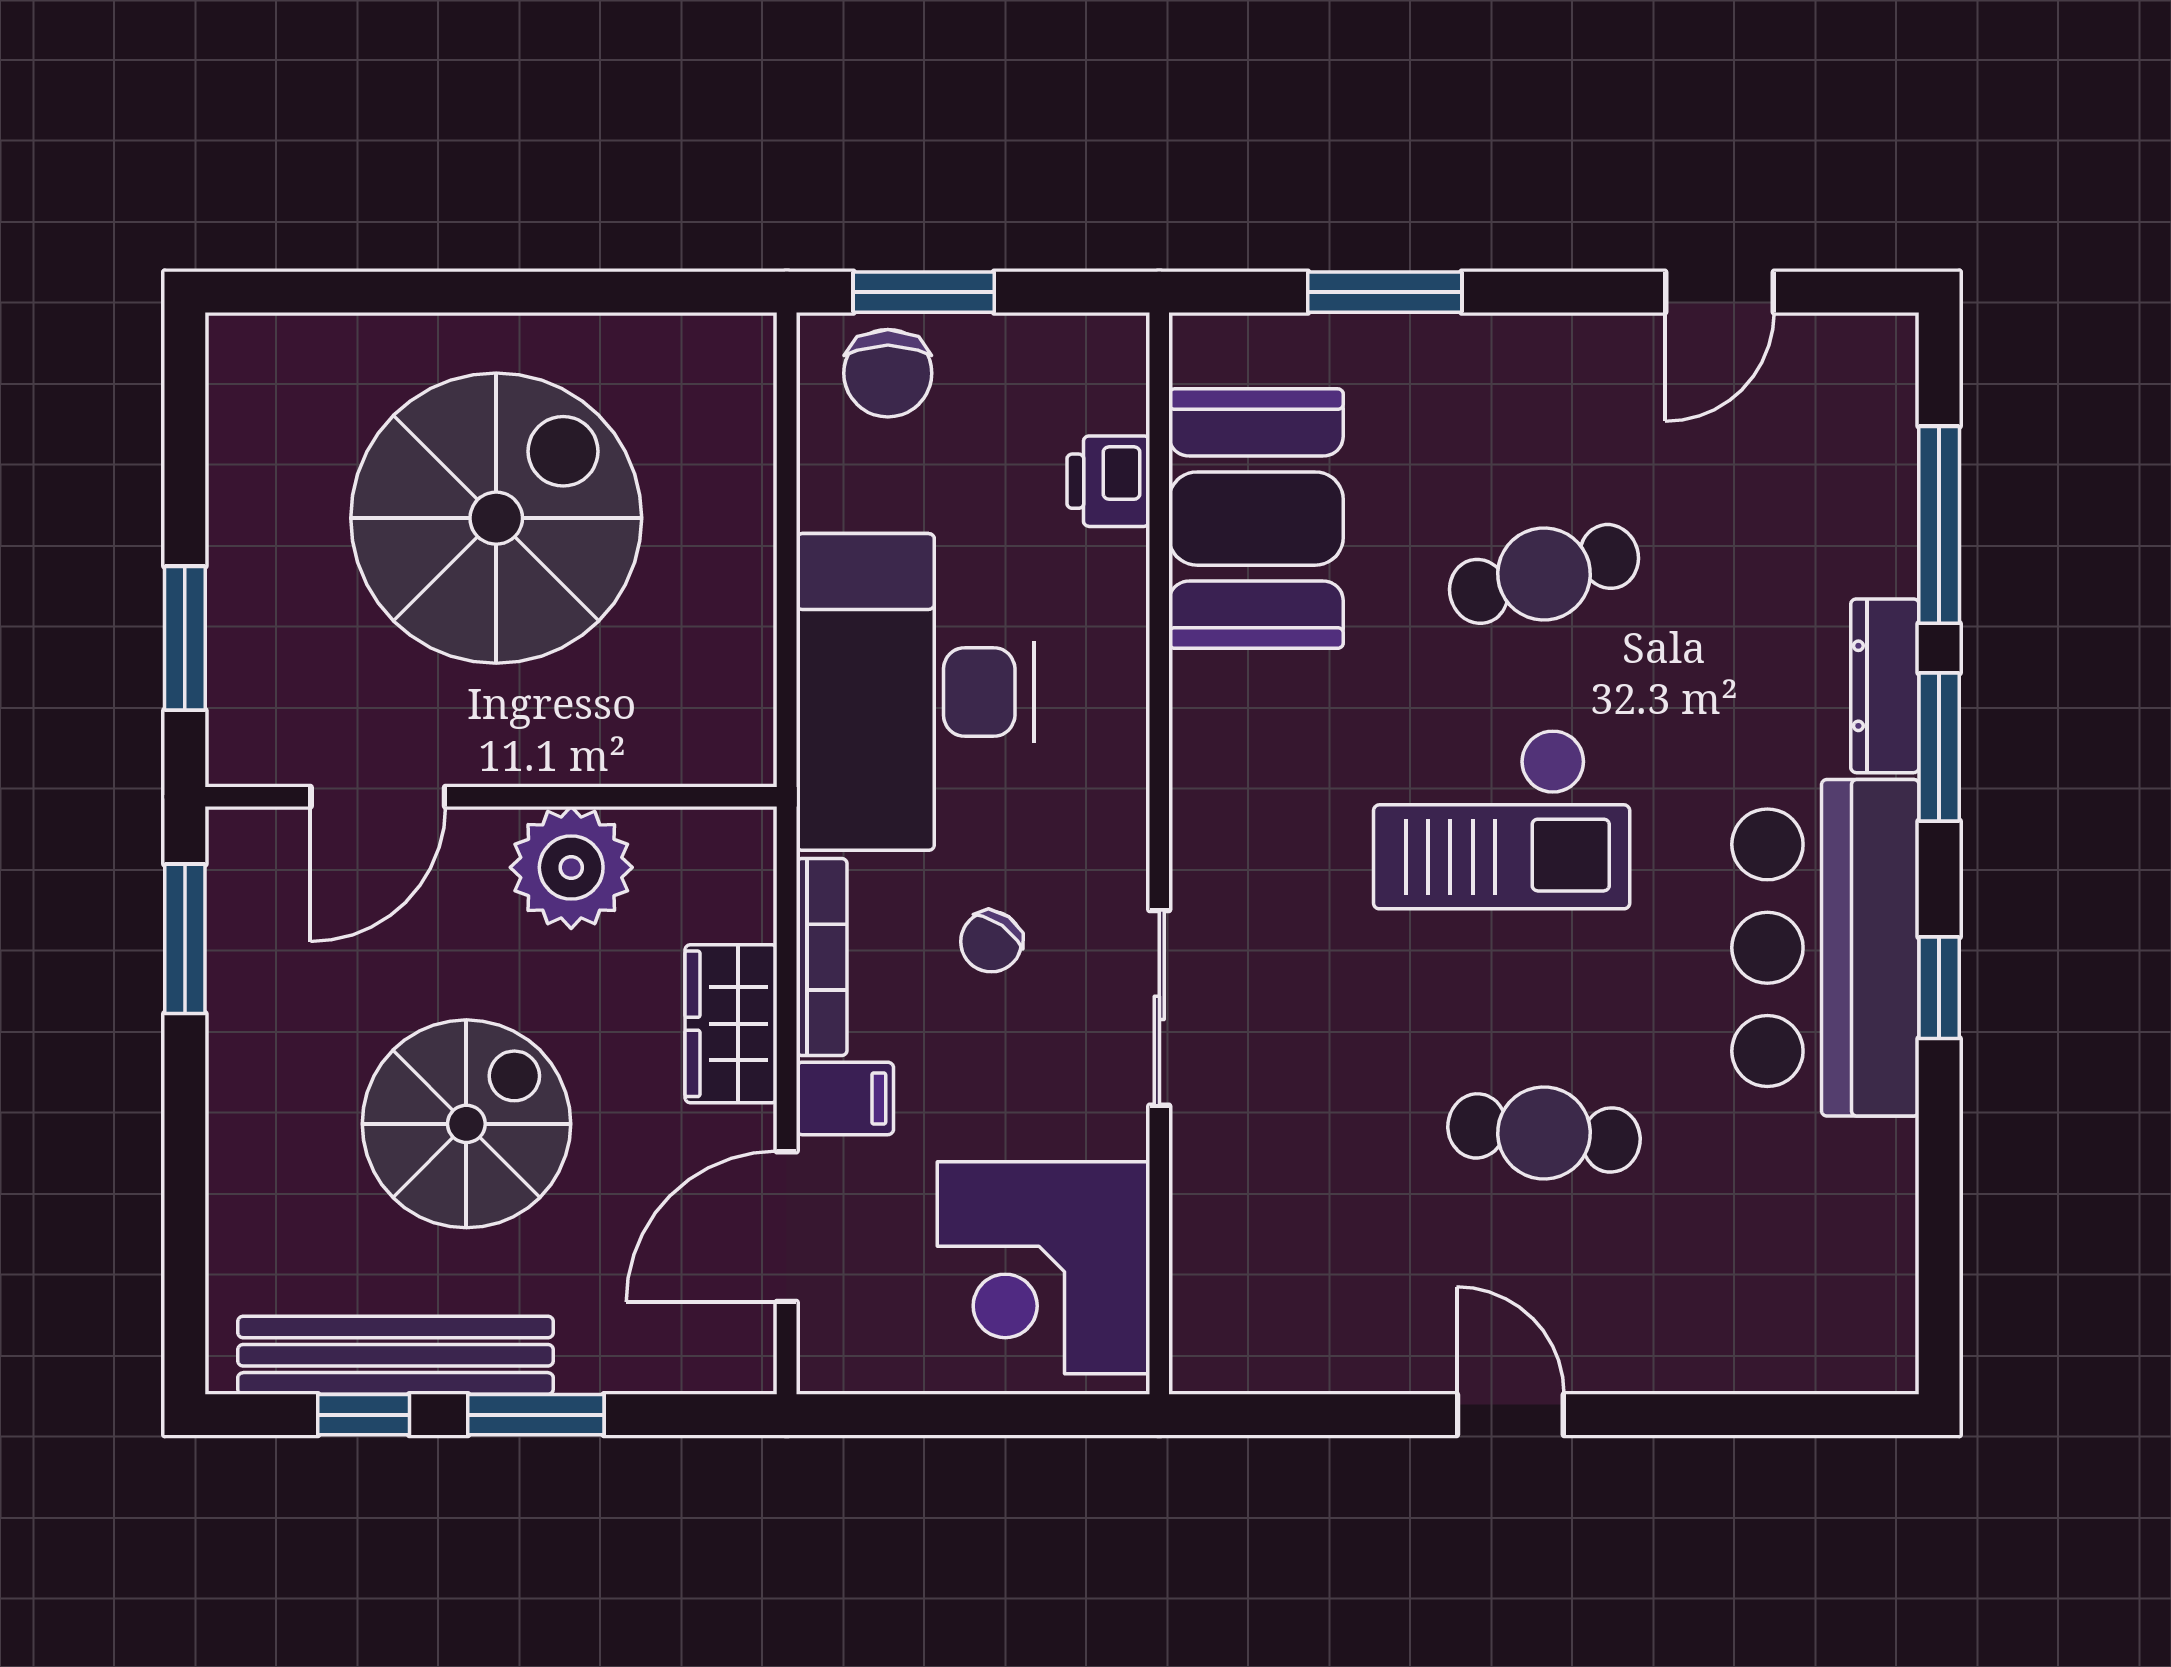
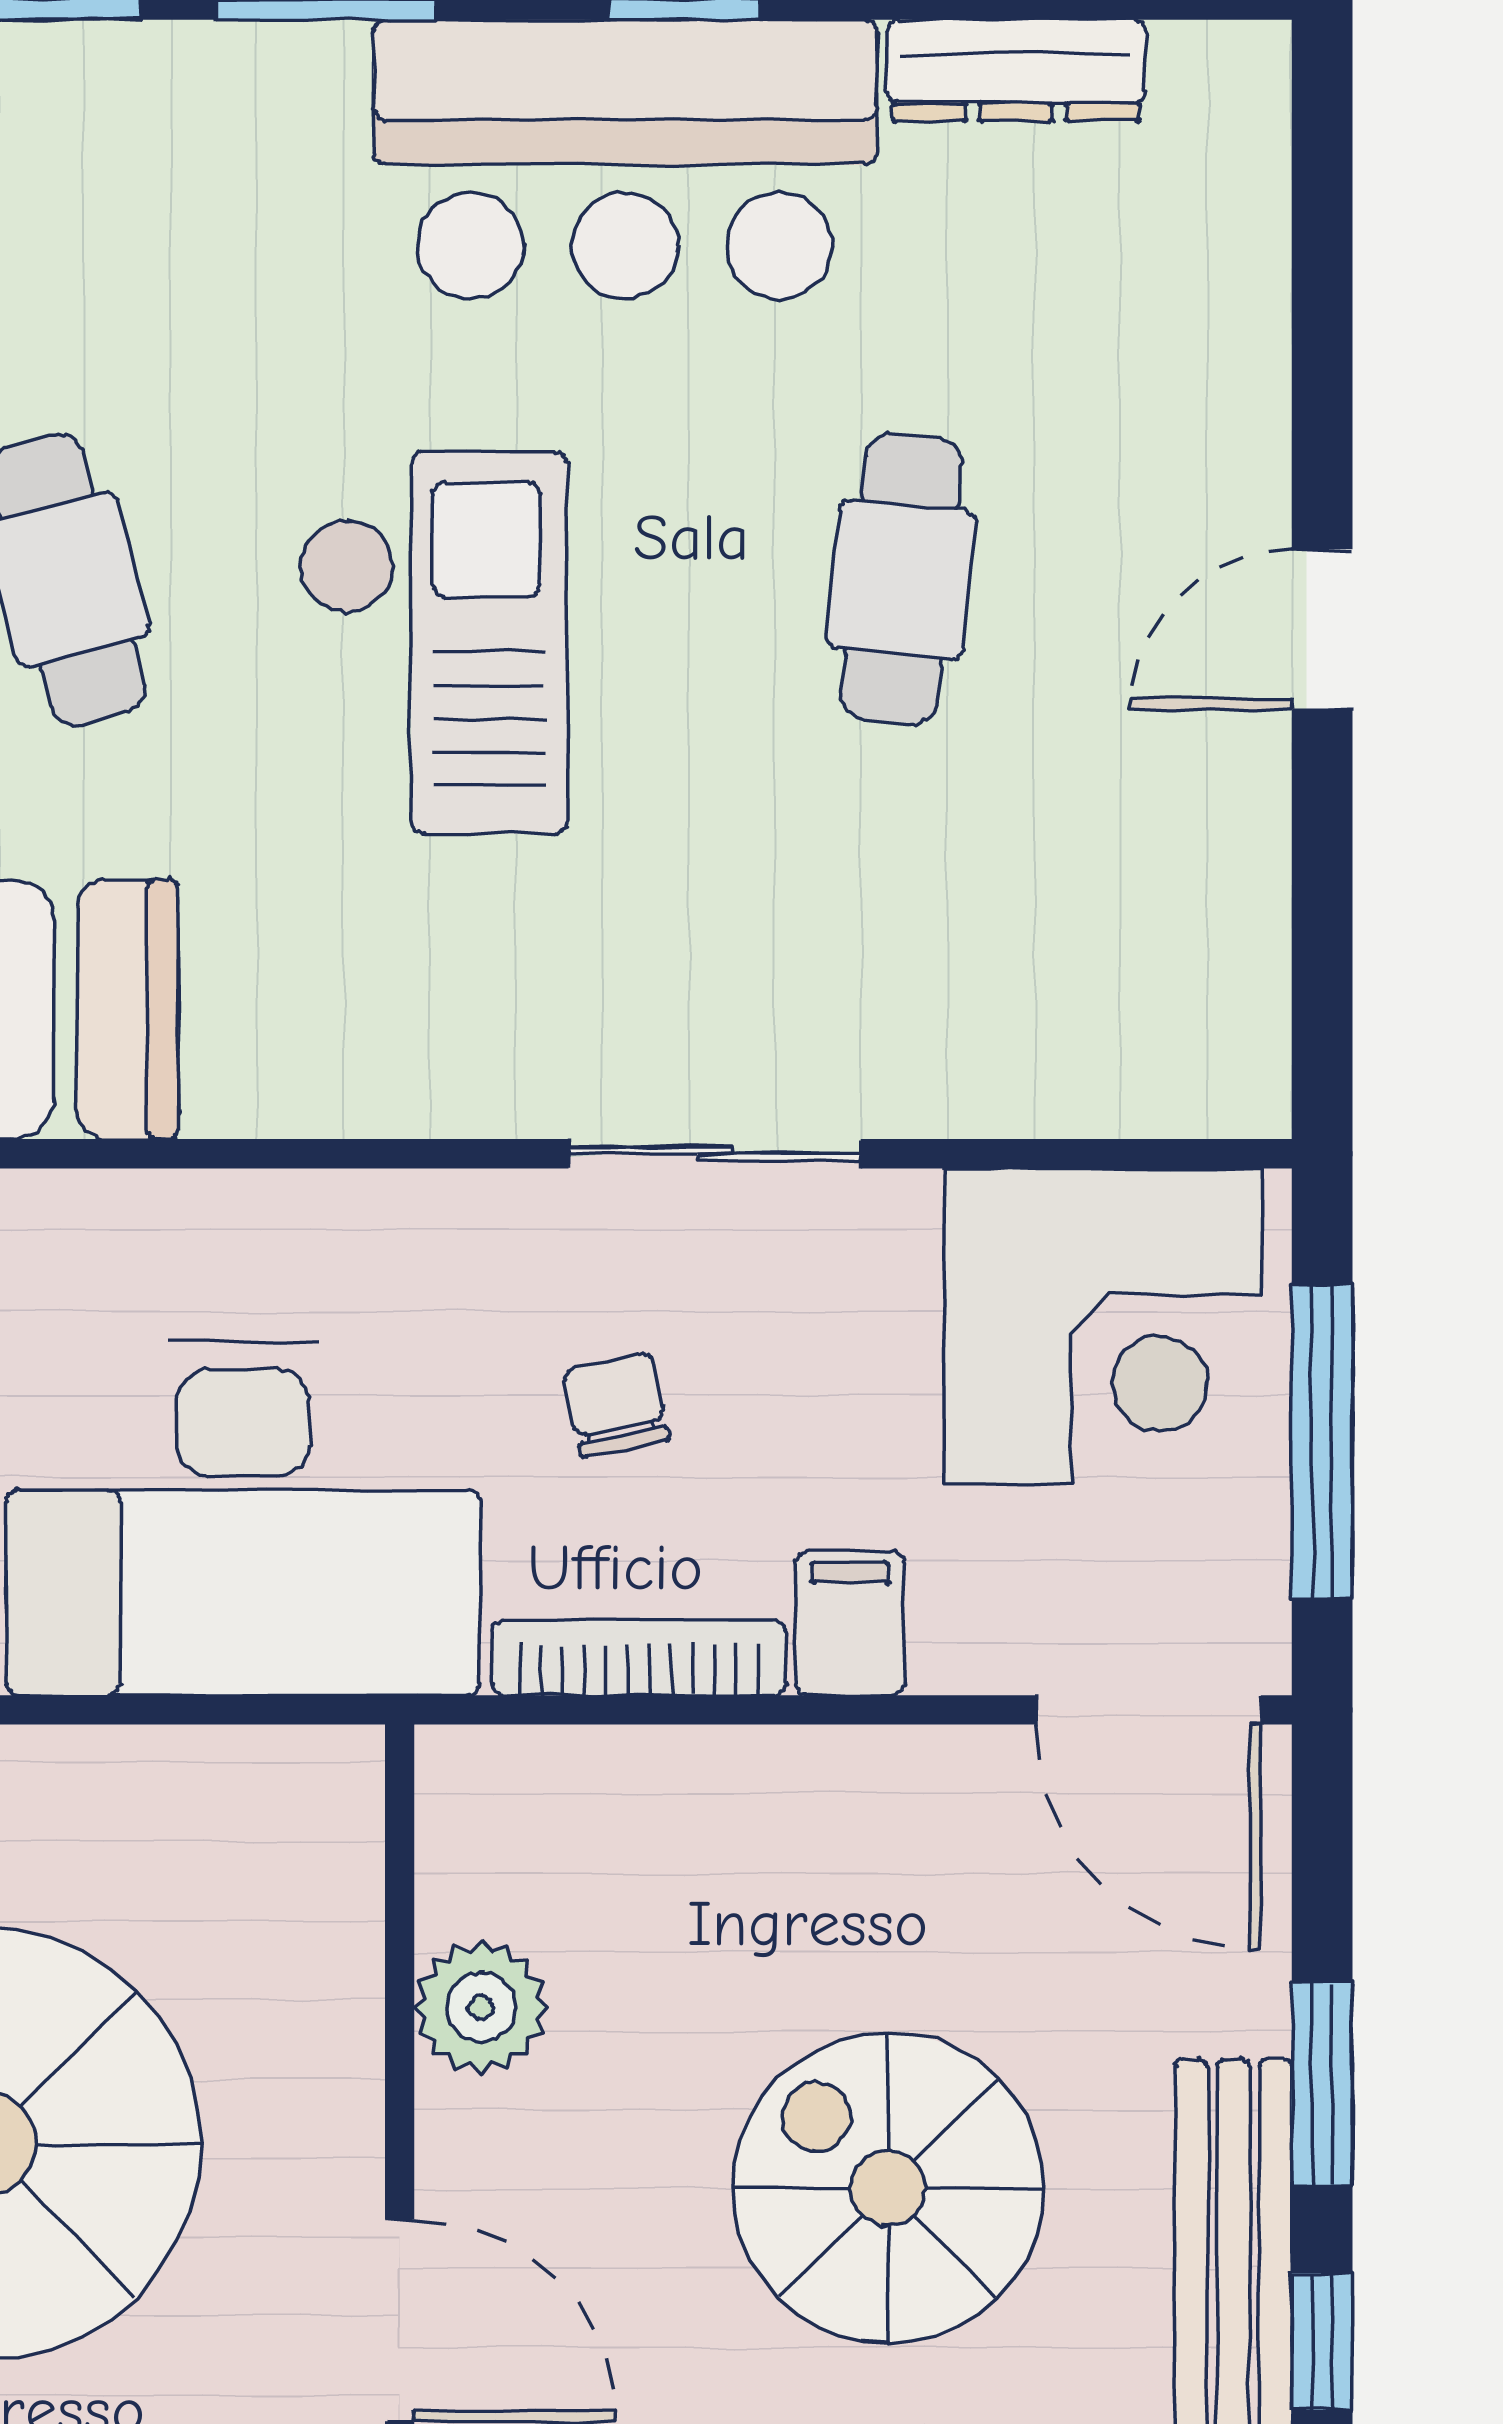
dresser: (1885, 686) -> (1016, 70), moved
plant: (571, 867) -> (481, 2007), width x0.73, depth x0.73
chair: (991, 942) -> (616, 1405), turned -137
wardrobe: (731, 1024) -> (738, 1793), removed
door: (787, 1227) -> (1148, 1710), moved
window: (967, 1415) -> (1322, 1441), added

